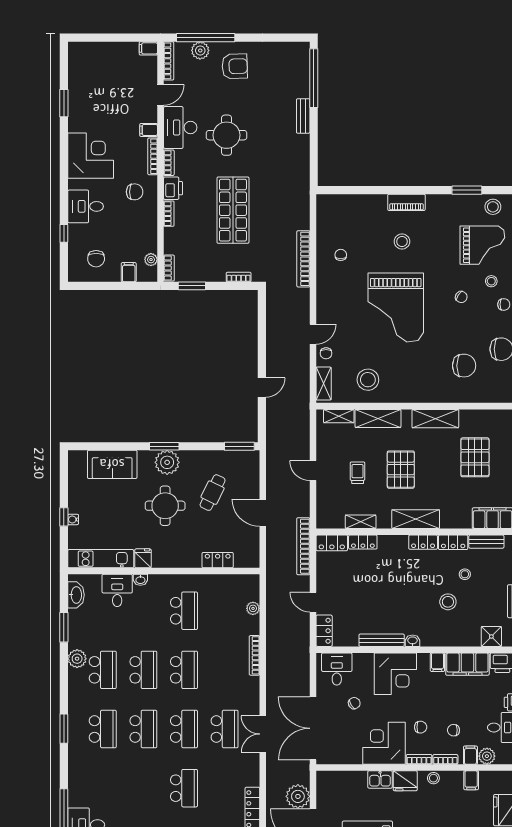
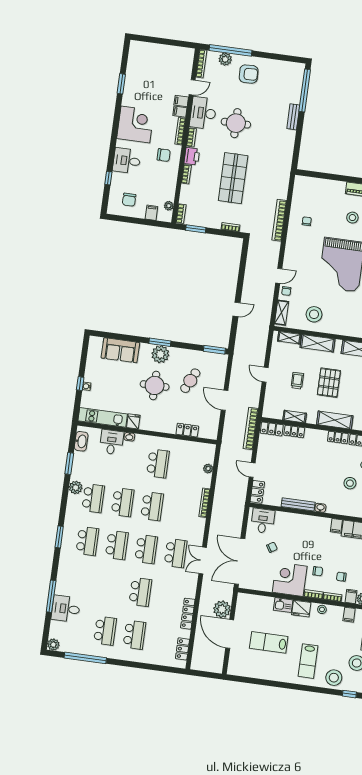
filing cabinet: (148, 48) -> (181, 101), moved
corner desk: (395, 674) -> (305, 530), removed

